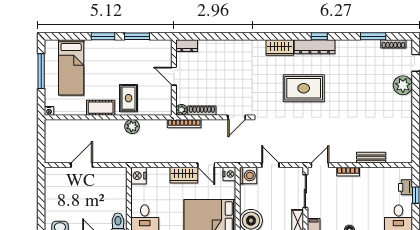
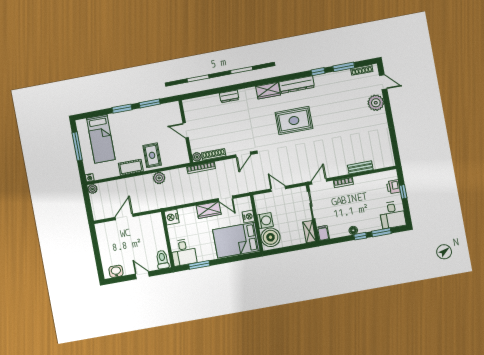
window: (319, 36) -> (318, 72), moved
dresser: (187, 46) -> (229, 96), moved
plant: (50, 125) -> (93, 189), added
nightstand: (229, 174) -> (248, 217), moved
washing machine: (248, 176) -> (265, 221), moved

